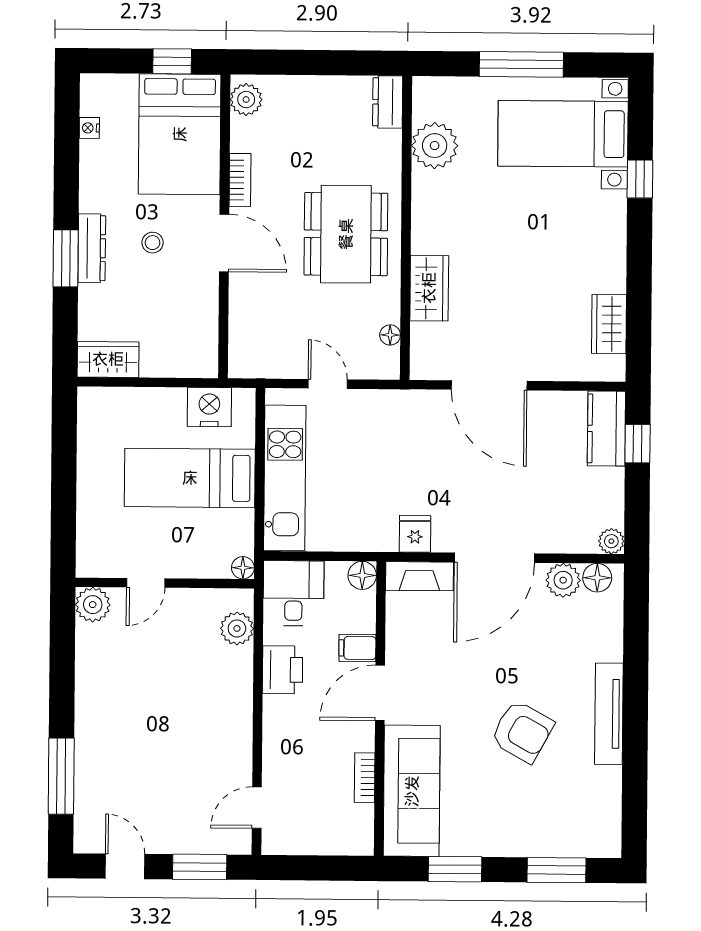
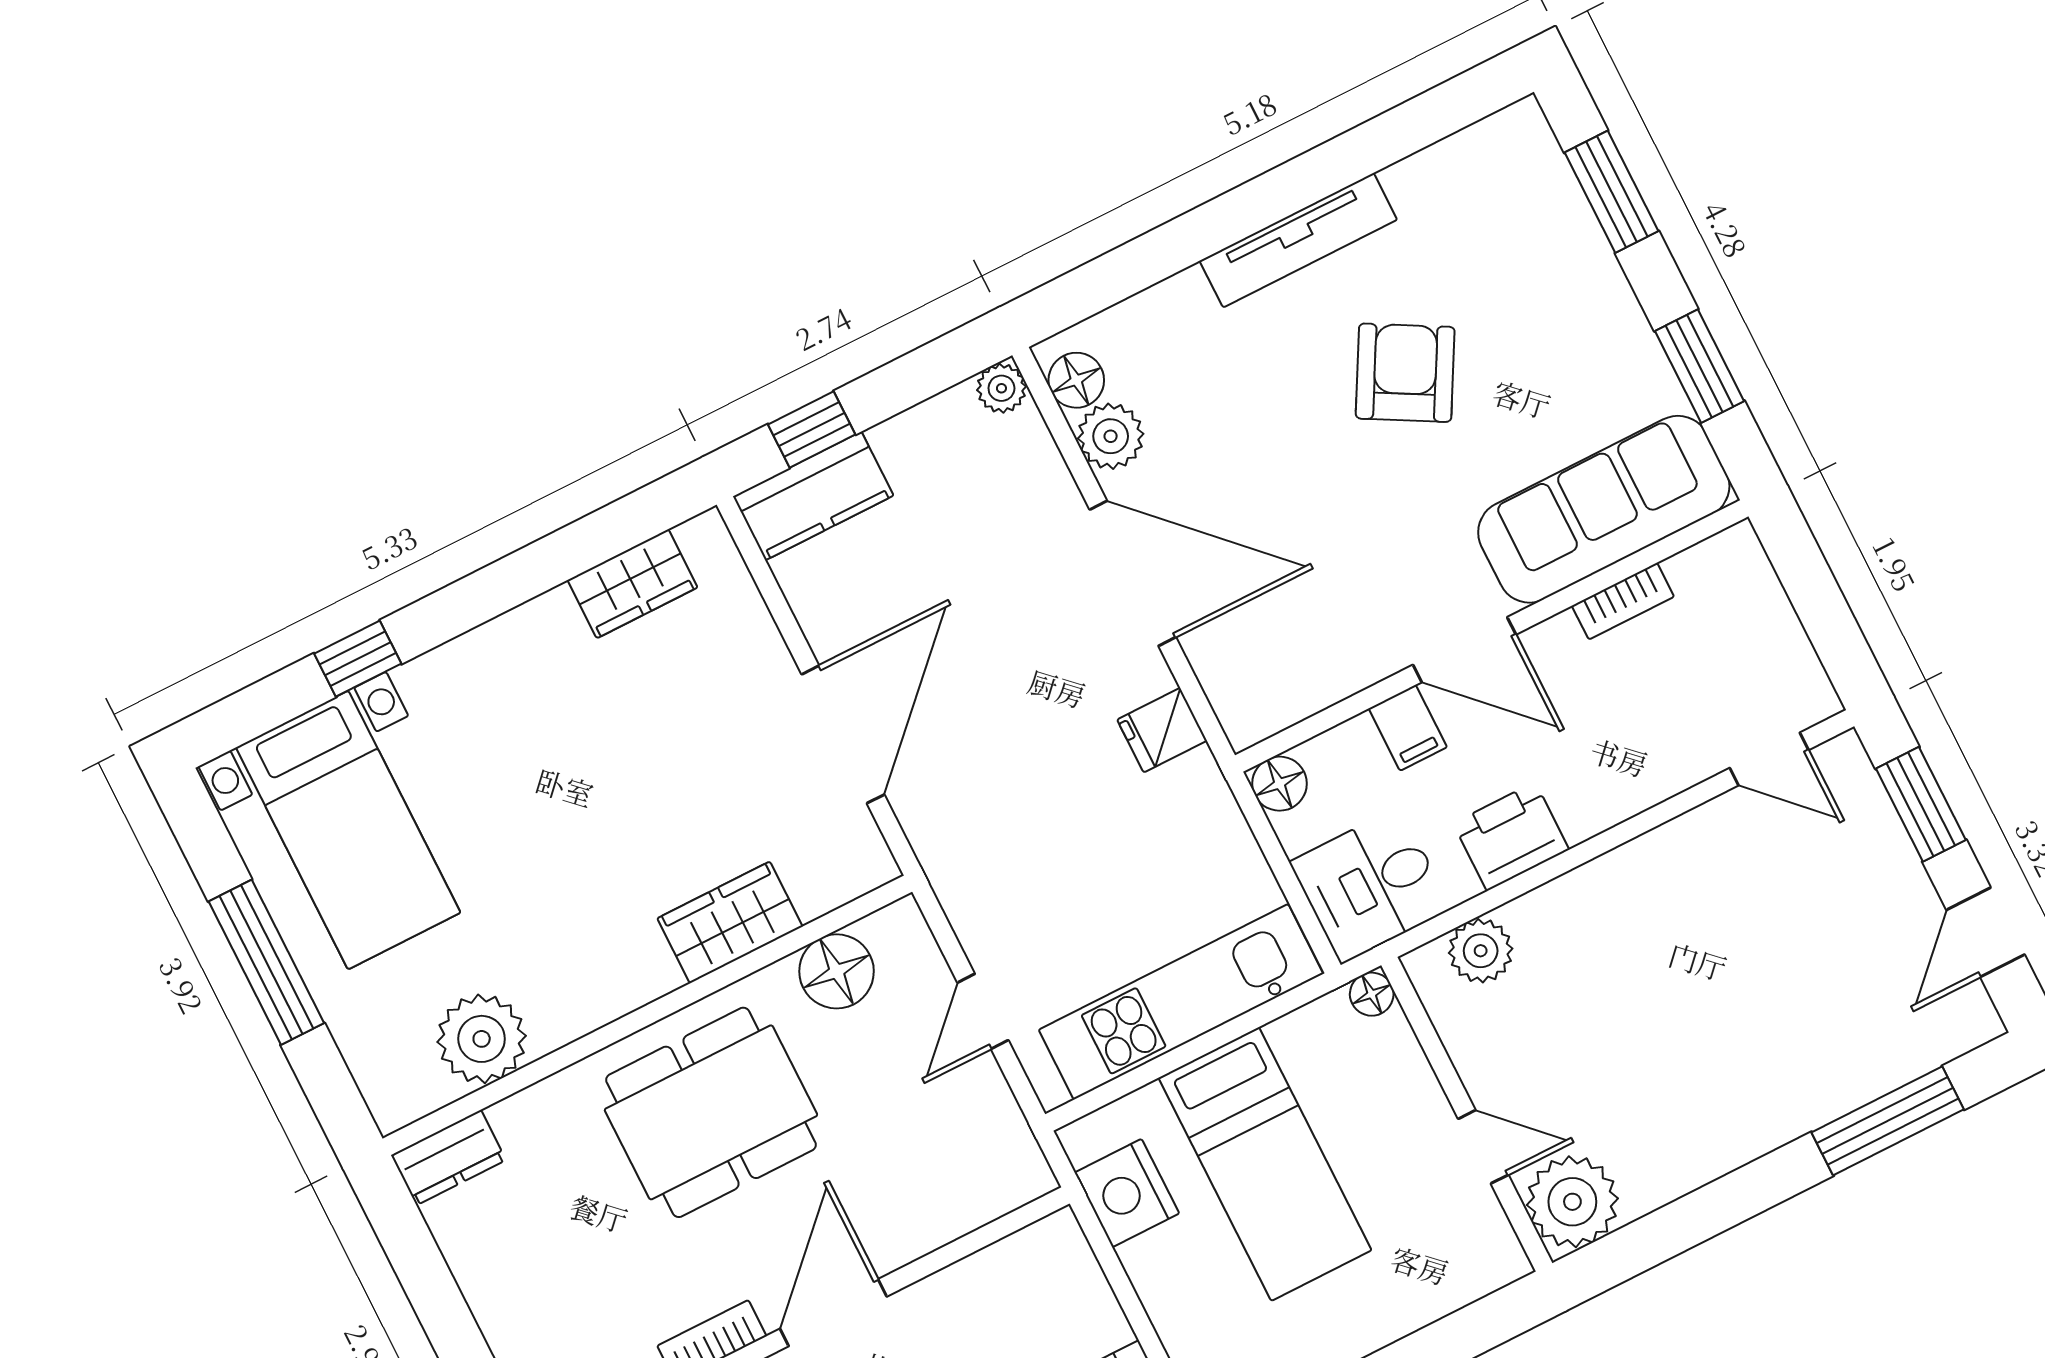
floor lamp: (390, 335) -> (837, 971), width x1.89, depth x1.89
fireplace: (419, 576) -> (1230, 685), removed
plant: (93, 605) -> (1572, 1202), width x1.36, depth x1.36

